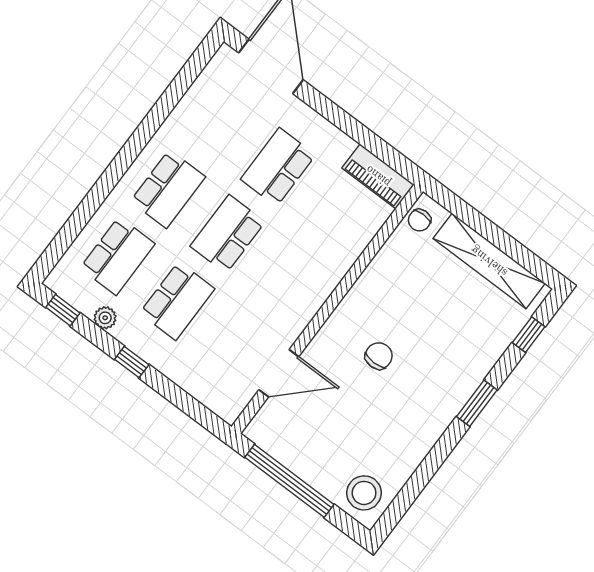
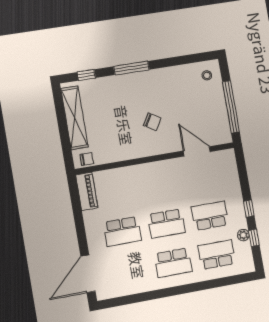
school desk: (168, 189) -> (173, 263), turned 180
window: (63, 310) -> (254, 238), moved
chair: (379, 356) -> (152, 122), turned -149
window: (477, 403) -> (131, 68), width x1.44
stool: (364, 493) -> (207, 75), width x0.53, depth x0.53

